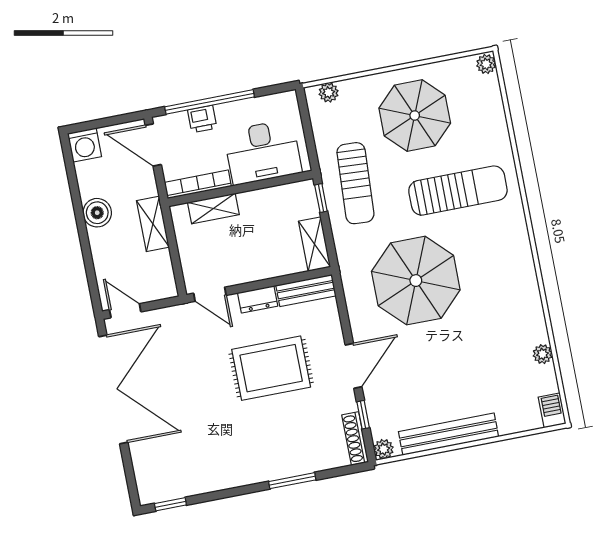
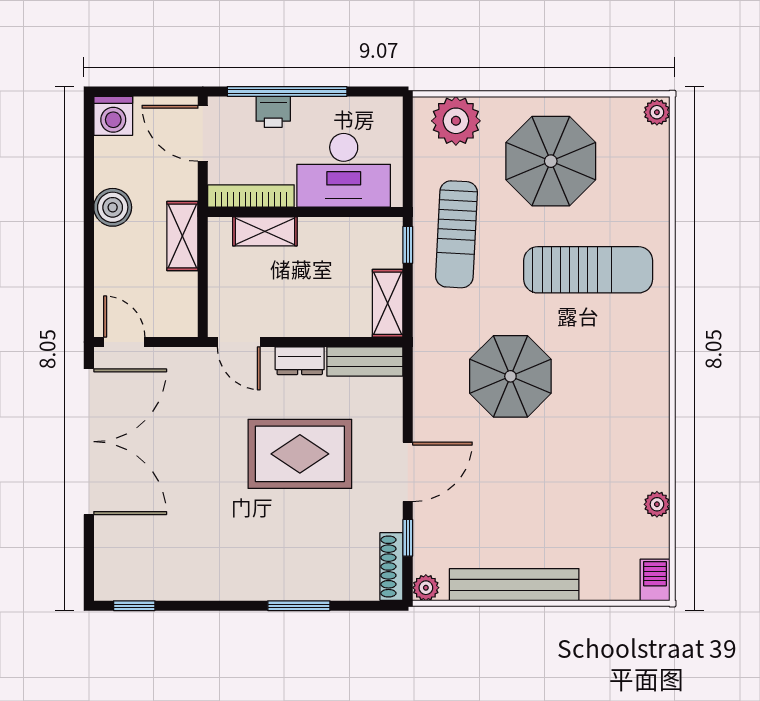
plant: (329, 93) -> (456, 121), width x1.88, depth x1.88
parasol: (416, 281) -> (510, 376), width x0.73, depth x0.73

